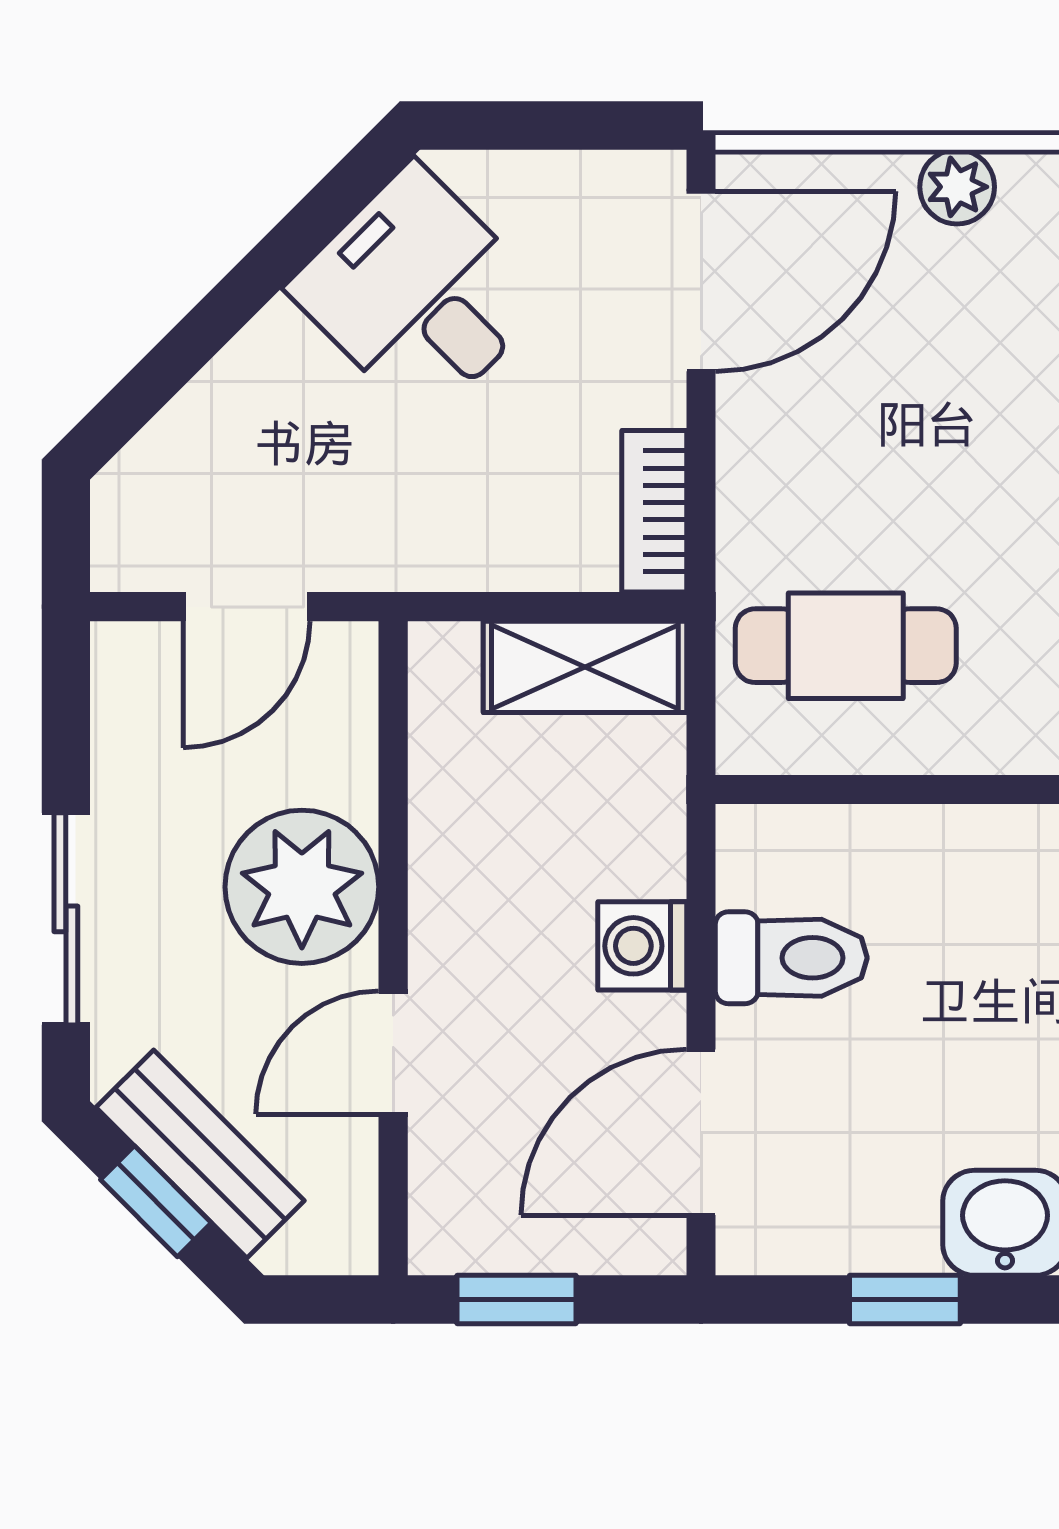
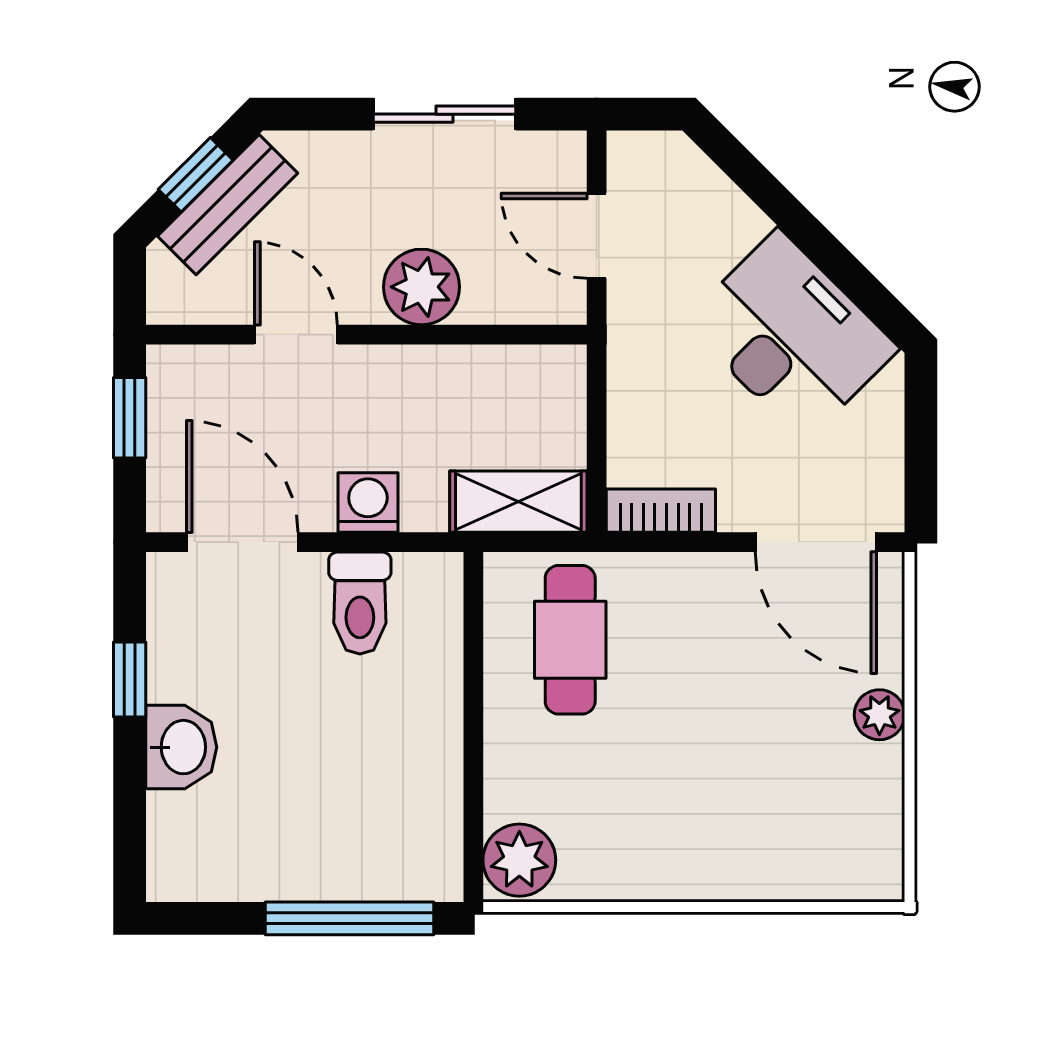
desk: (419, 293) -> (791, 335), width x1.37
shelving: (585, 667) -> (518, 502), moved, turned 90
plant: (302, 887) -> (421, 287), width x0.73, depth x0.73
sliding door: (66, 919) -> (444, 114), moved

